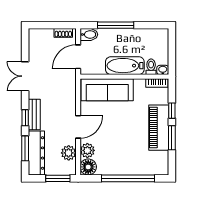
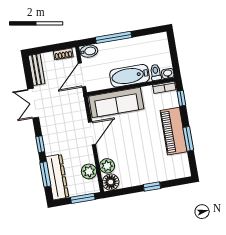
window: (172, 111) -> (181, 98), moved
bench: (34, 114) -> (37, 70), moved
door: (78, 127) -> (92, 133), moved
window: (128, 178) -> (152, 186), width x0.32

